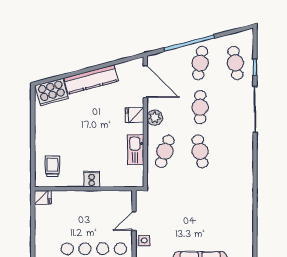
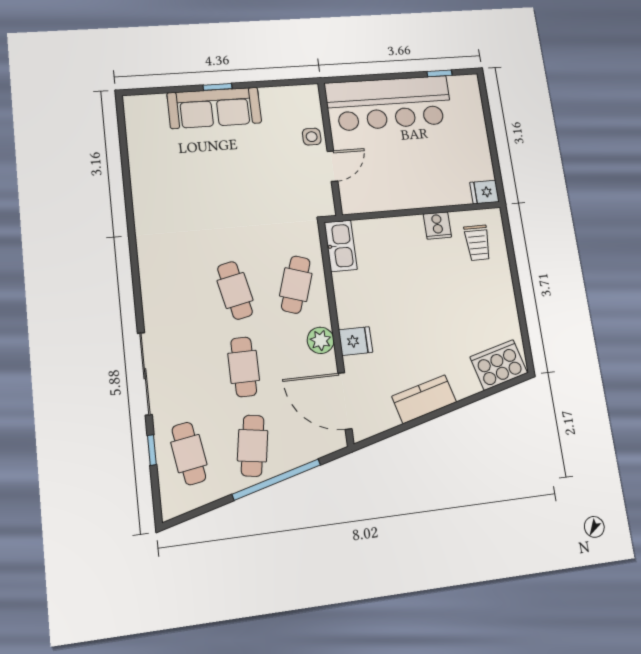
kitchen counter: (91, 80) -> (424, 399), width x0.67
kitchen sink: (136, 150) -> (341, 246), moved
cooker: (92, 179) -> (437, 225), moved

